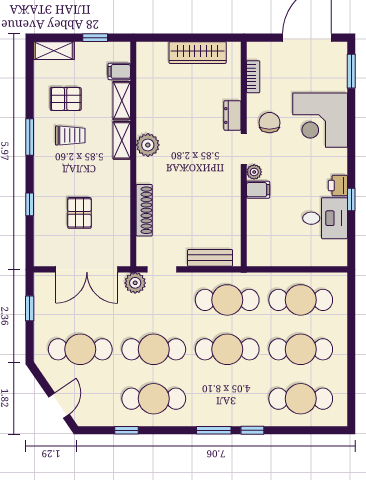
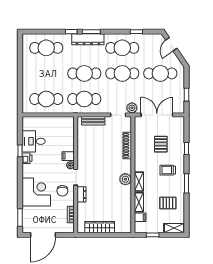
trolley: (70, 135) -> (168, 170), moved
cafe table: (301, 349) -> (46, 73), removed
dresser: (220, 415) -> (88, 39), added

